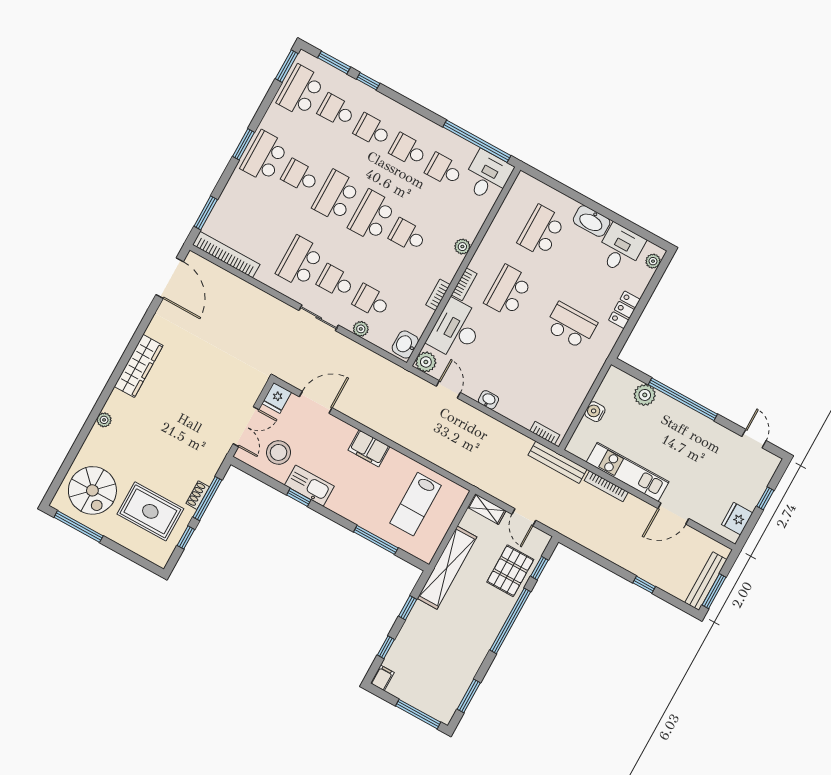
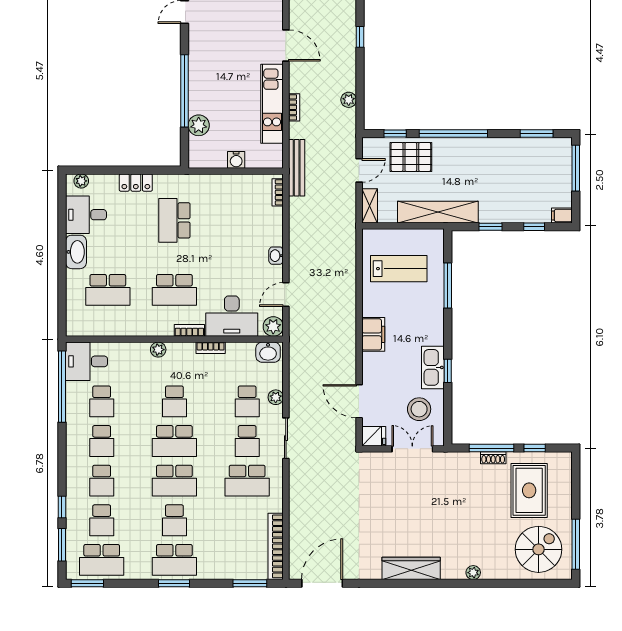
bookcase: (606, 486) -> (294, 107), width x0.64
plant: (593, 543) -> (349, 100), added

